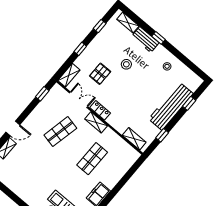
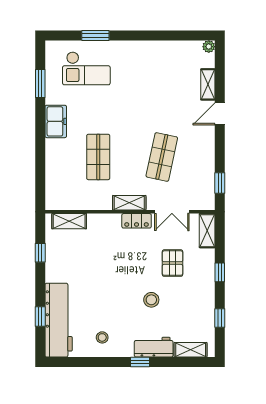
workbench: (171, 106) -> (59, 320), moved

